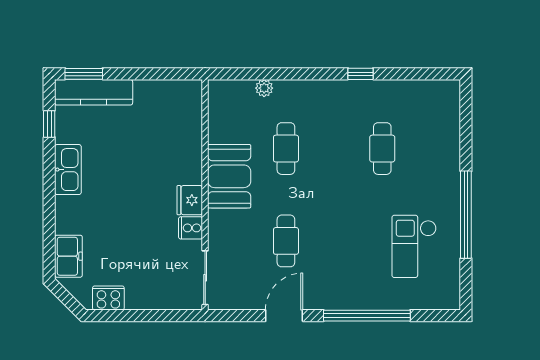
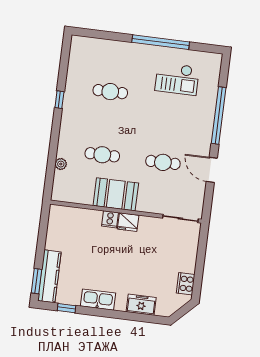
cooker: (191, 228) -> (110, 219), moved
freezer: (68, 256) -> (141, 305), moved

